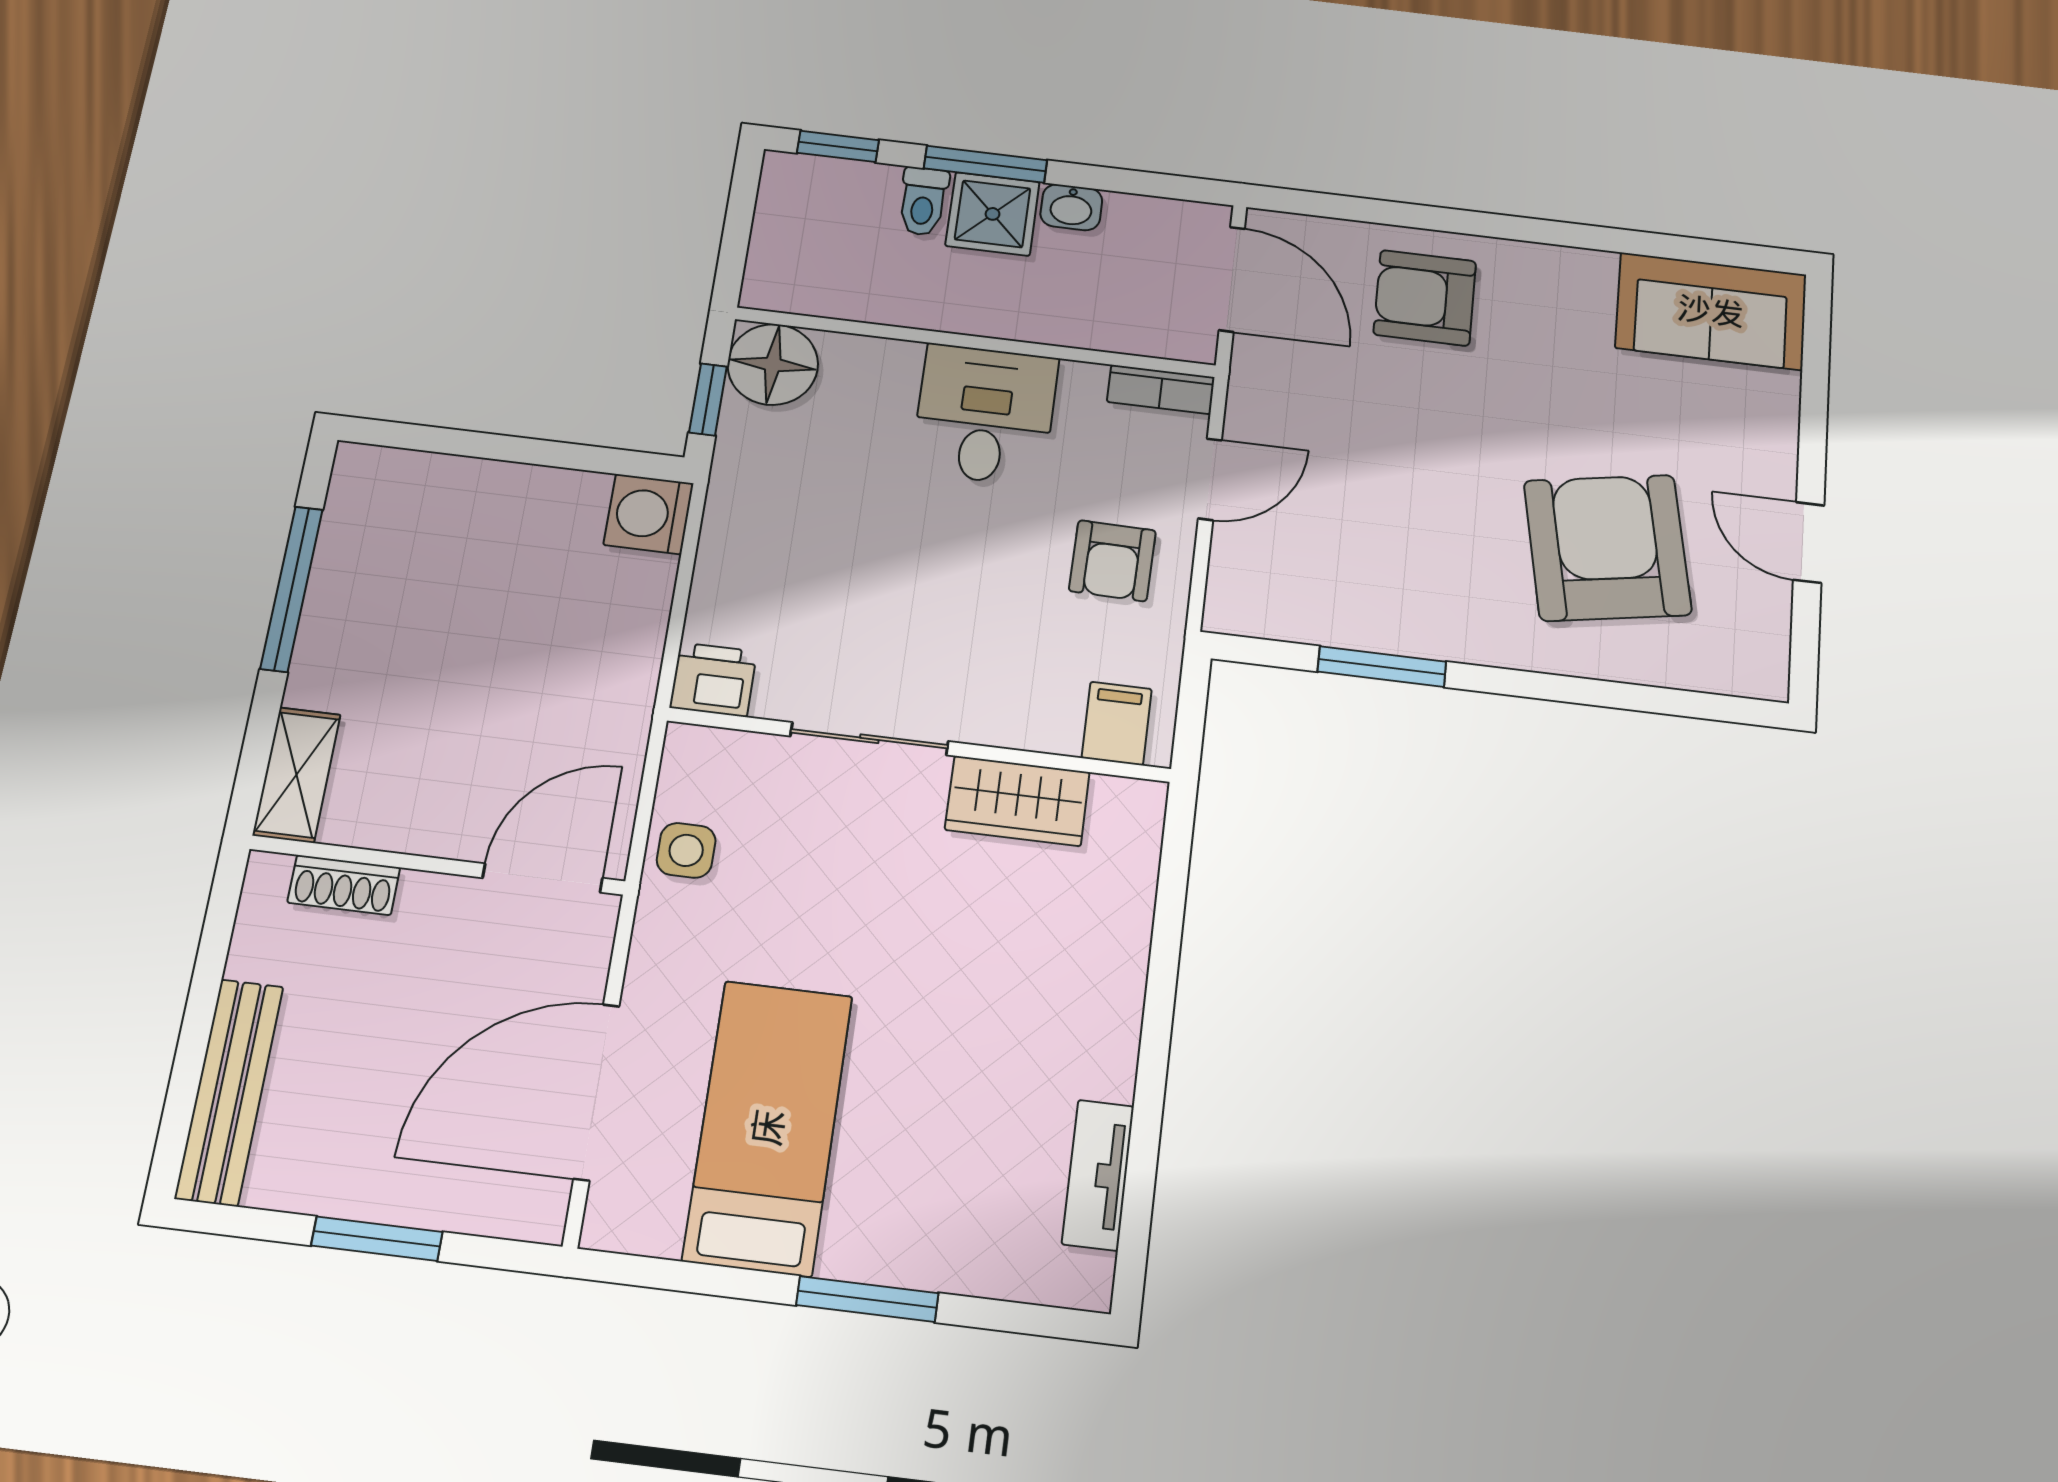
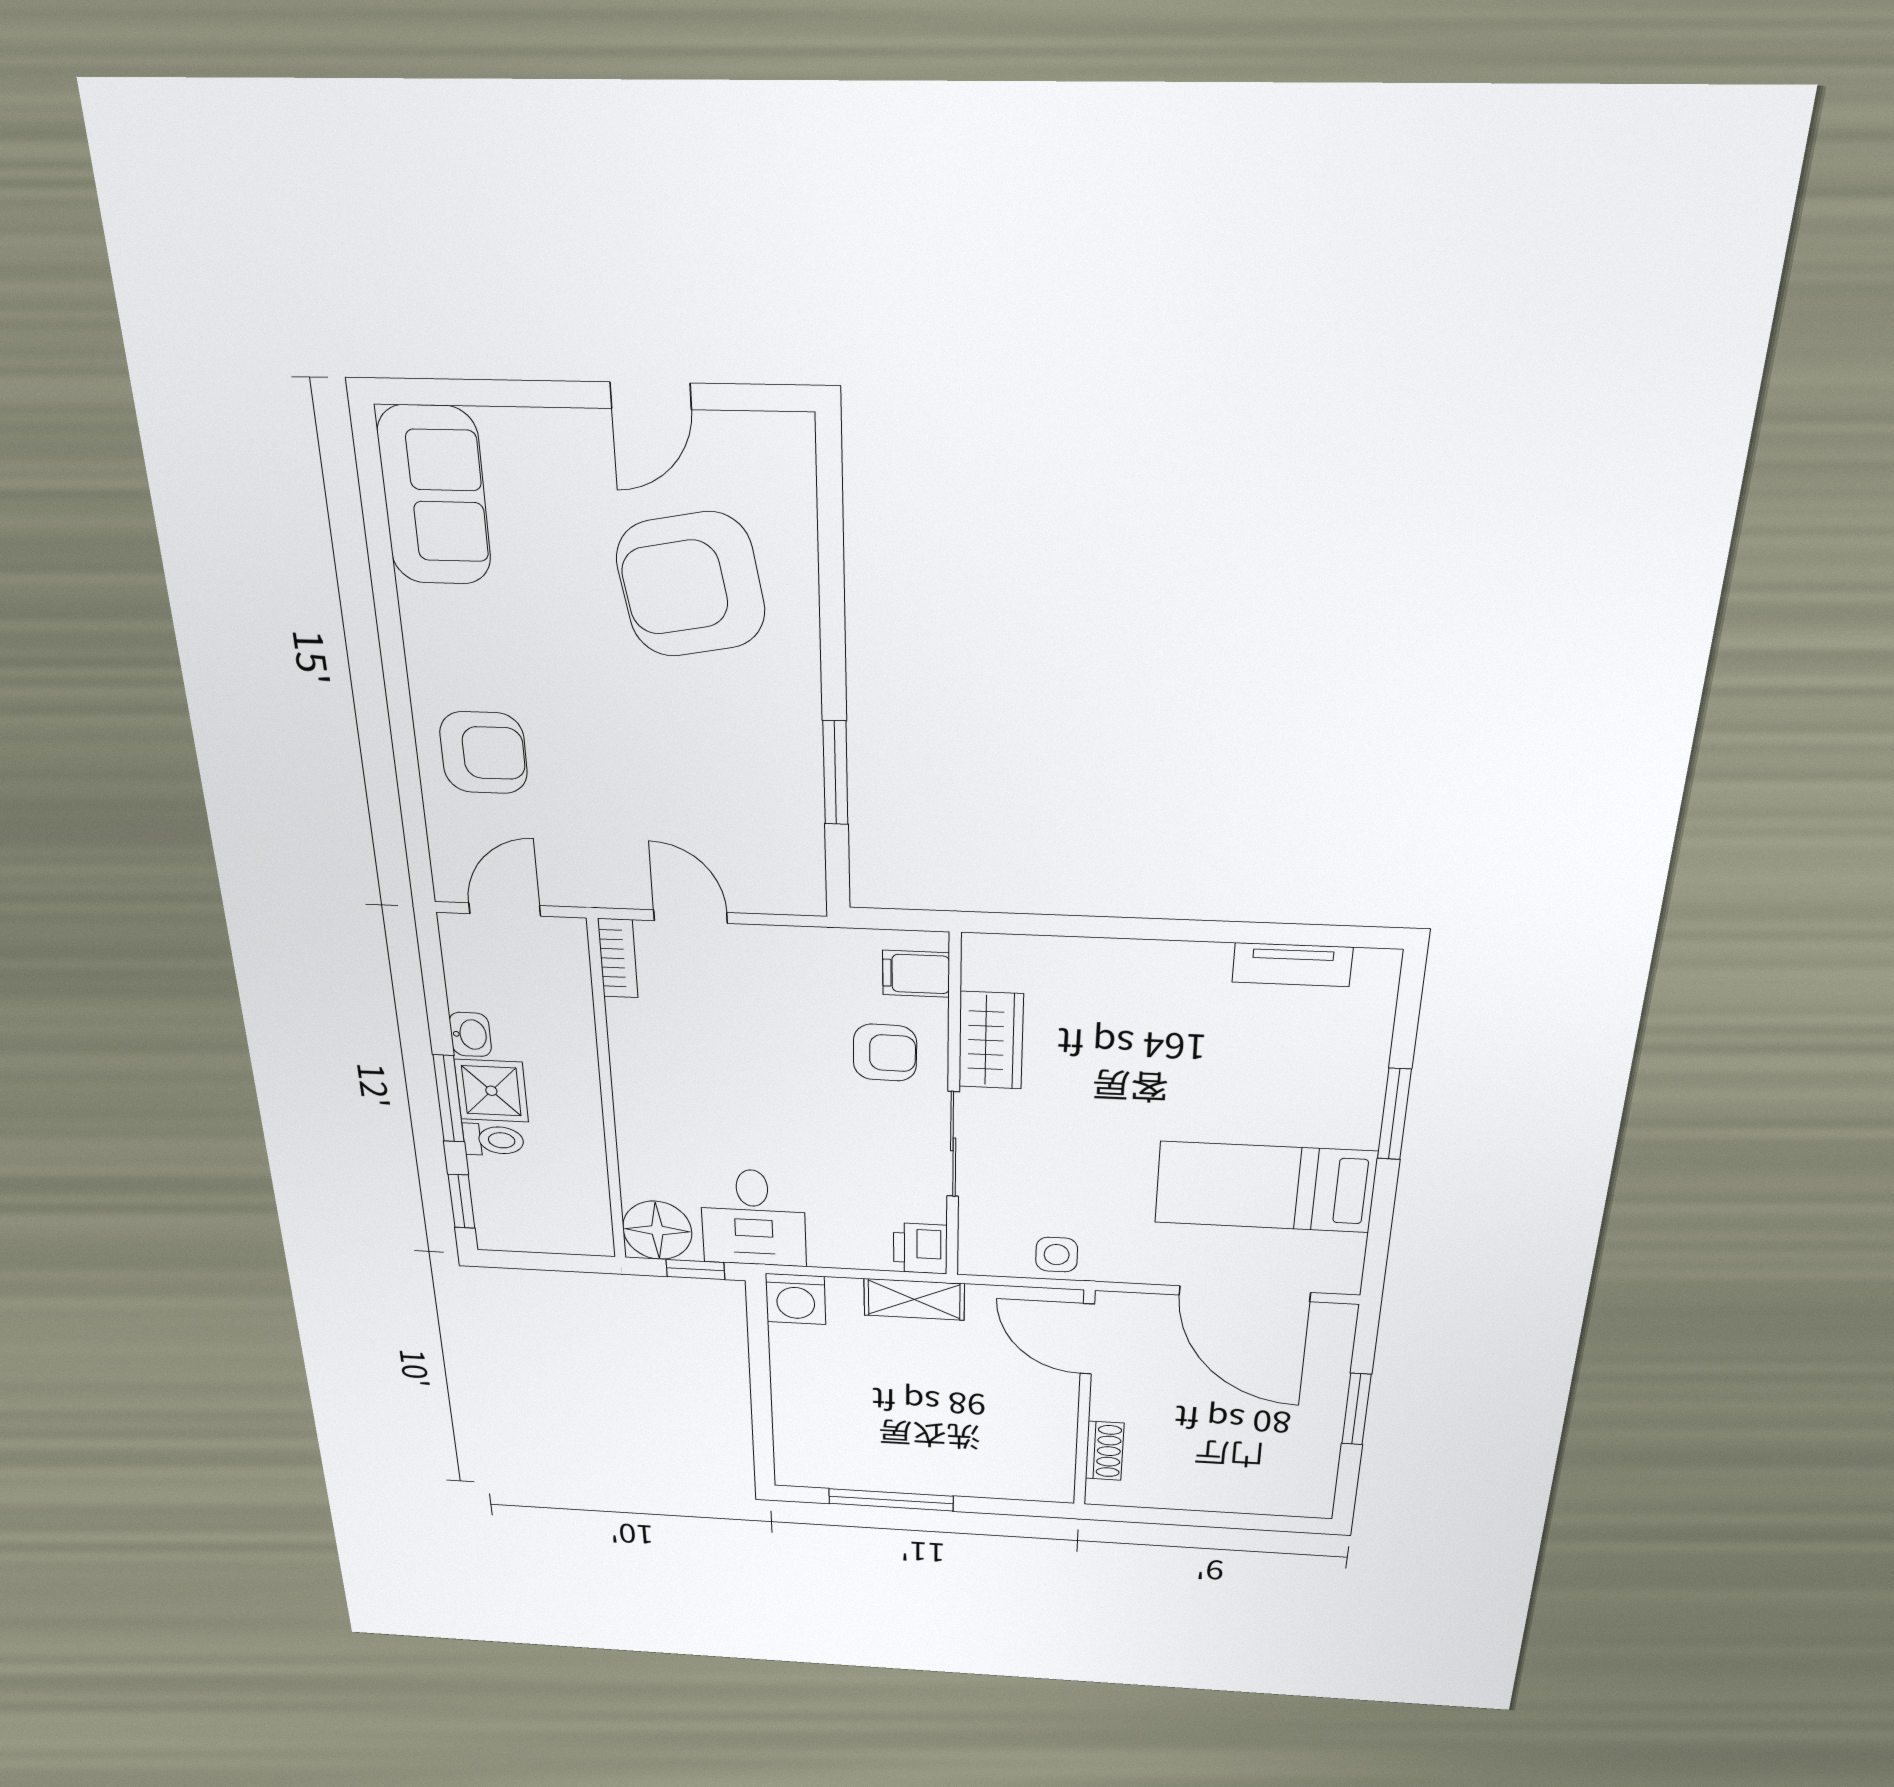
door: (1232, 279) -> (505, 910), width x0.73
armchair: (1425, 298) -> (484, 753), turned -90
desk: (985, 415) -> (753, 1218), moved, turned -90
armchair: (1112, 561) -> (885, 1053), moved
shelving: (297, 775) -> (914, 1299), moved
bench: (229, 1092) -> (1257, 1498), removed

